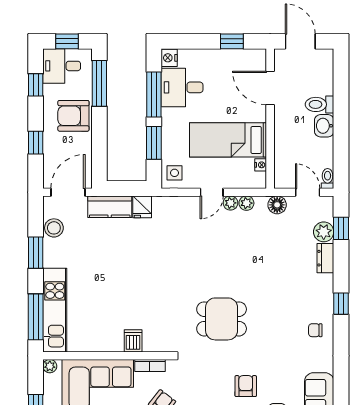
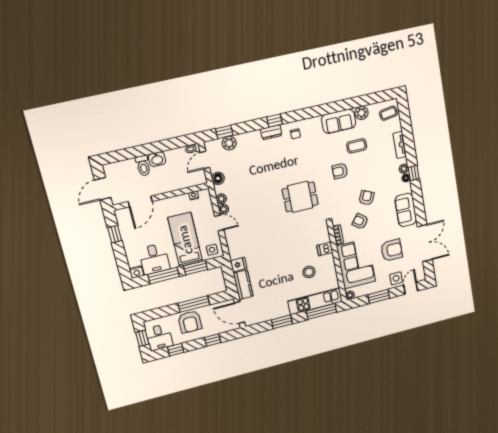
window: (99, 83) -> (194, 304), moved
bed: (228, 140) -> (185, 240), moved, turned 180
stool: (54, 228) -> (309, 272), moved
dresser: (325, 258) -> (271, 132), moved
dining table: (222, 319) -> (300, 197), turned 90

